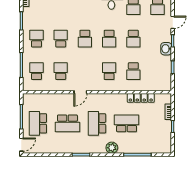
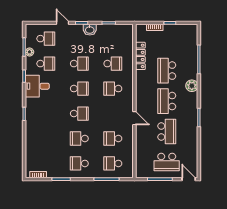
school desk: (97, 123) -> (167, 101), turned 90

